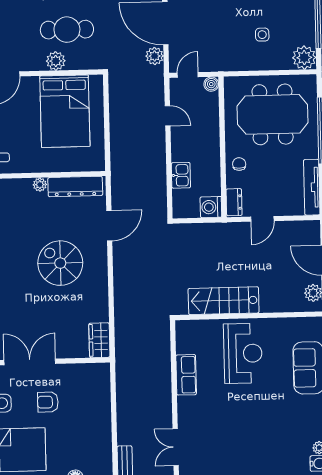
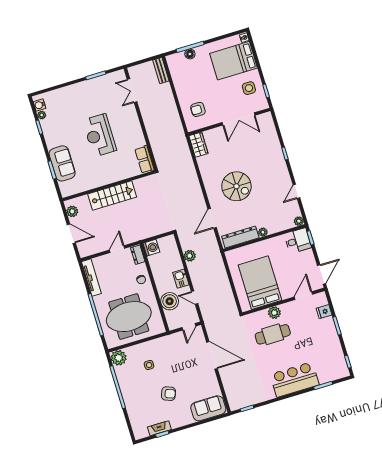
plant: (155, 56) -> (190, 256), moved
boiler: (211, 84) -> (170, 301), moved, width x1.86, depth x1.86
kitchen sink: (181, 175) -> (181, 279), moved
stairs: (224, 301) -> (112, 196), moved
reception desk: (243, 353) -> (100, 135), moved
row of seats: (186, 375) -> (145, 159), moved
armchair: (48, 402) -> (198, 109), moved, turned 180
double door: (176, 447) -> (132, 91), swing flipped

